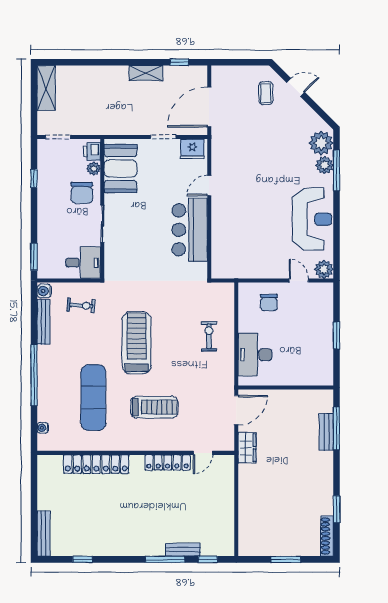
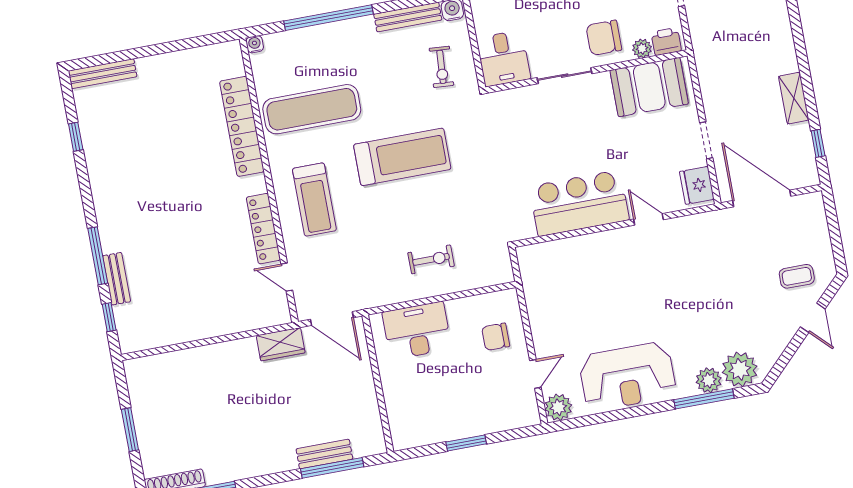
wall: (136, 453) -> (269, 180), moved
door: (203, 453) -> (287, 277), moved
locker: (168, 462) -> (263, 229), moved
locker: (96, 464) -> (242, 126), moved

